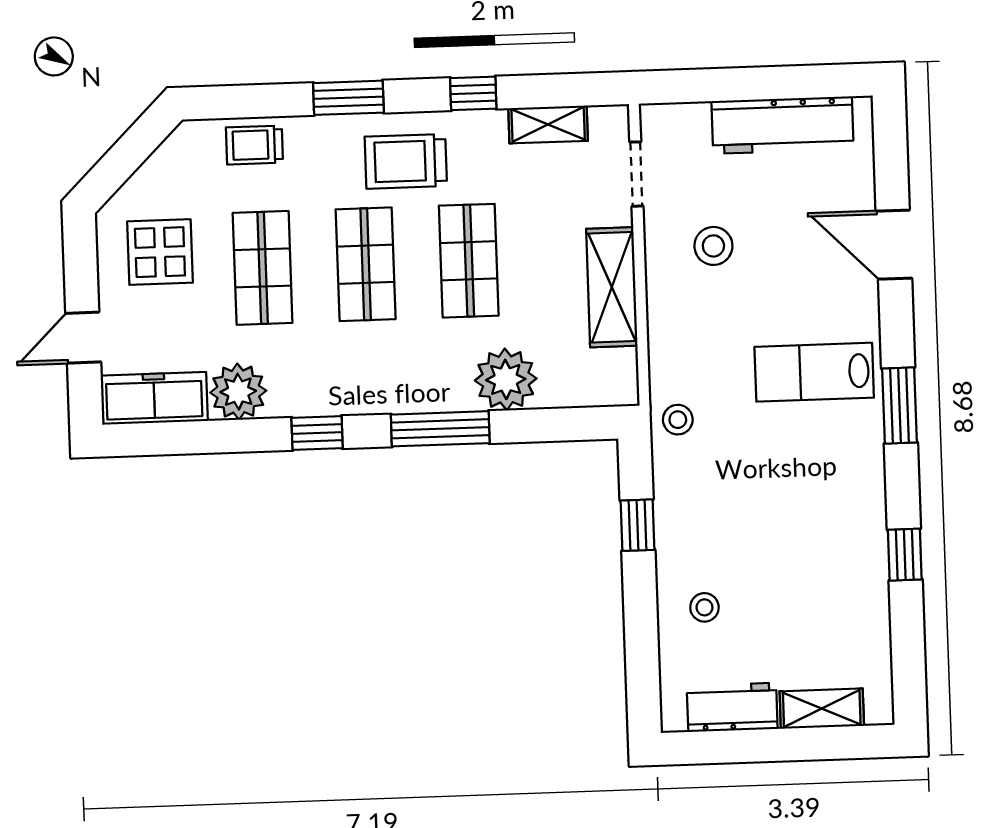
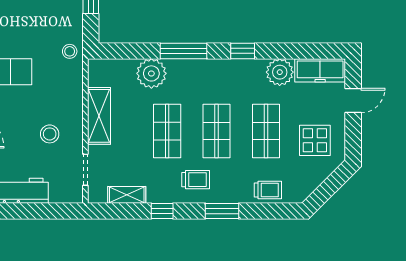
trolley: (406, 161) -> (196, 180), width x0.73, depth x0.72

